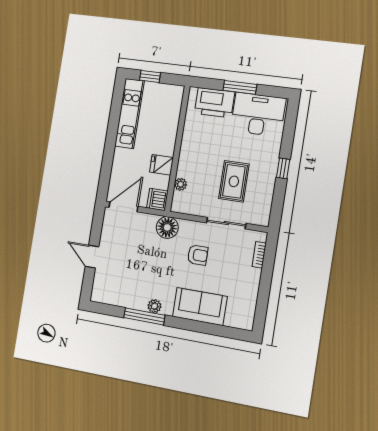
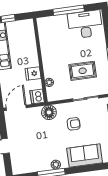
window: (240, 87) -> (69, 10), width x1.44
printer: (214, 103) -> (55, 24), removed
rug: (234, 181) -> (83, 71), turned 90

